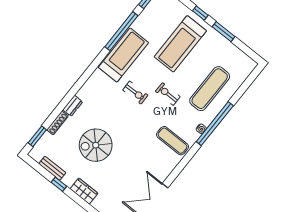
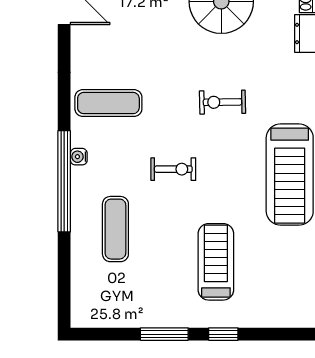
treadmill: (180, 44) -> (216, 262), width x0.73, depth x0.73
exercise mat: (210, 89) -> (115, 229), width x0.73, depth x0.69
exercise bike: (135, 93) -> (222, 102), moved

